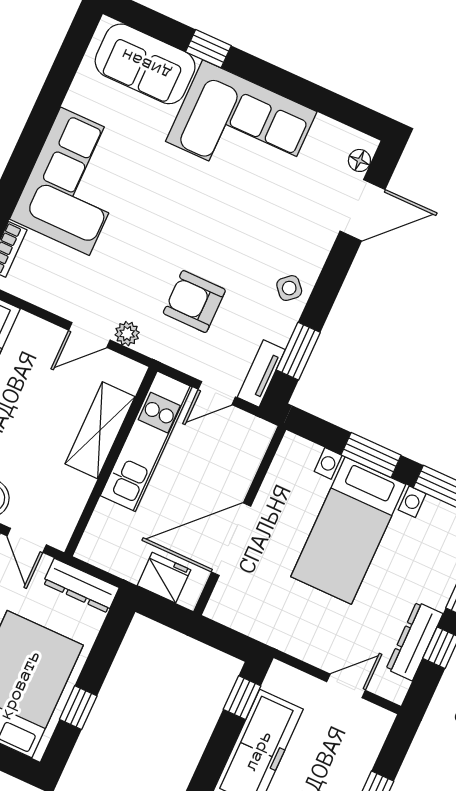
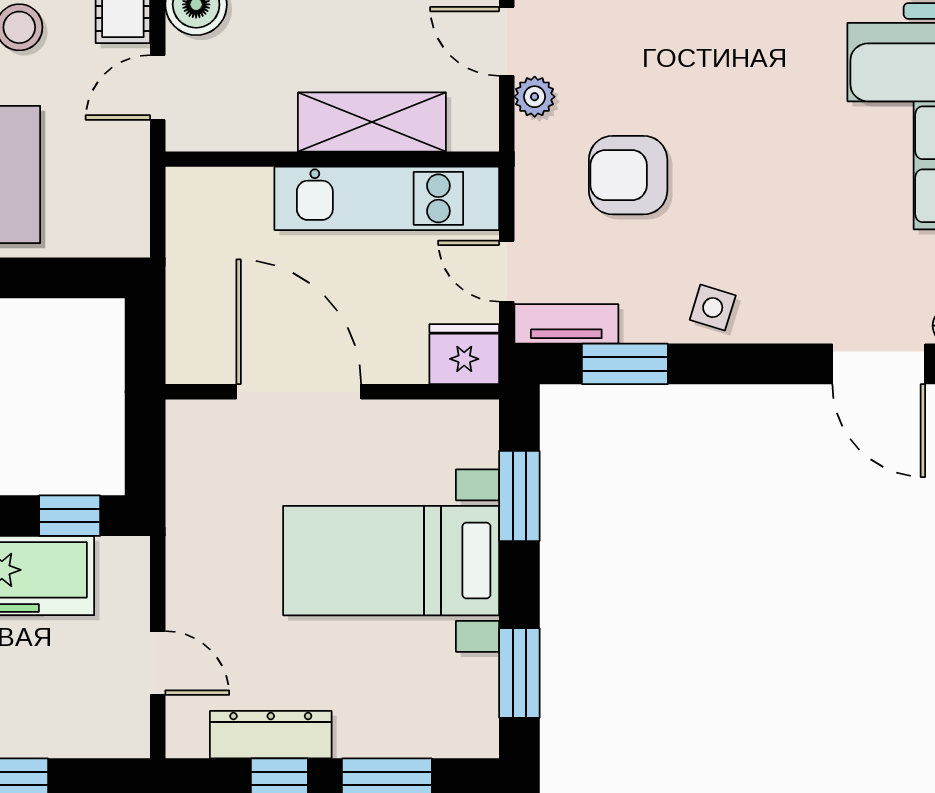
side table: (289, 288) -> (713, 308), turned -32
armchair: (194, 302) -> (628, 175), turned -90
window: (371, 455) -> (519, 496), moved
fridge: (164, 578) -> (464, 354), moved, turned -90
dresser: (81, 586) -> (127, 199), removed

